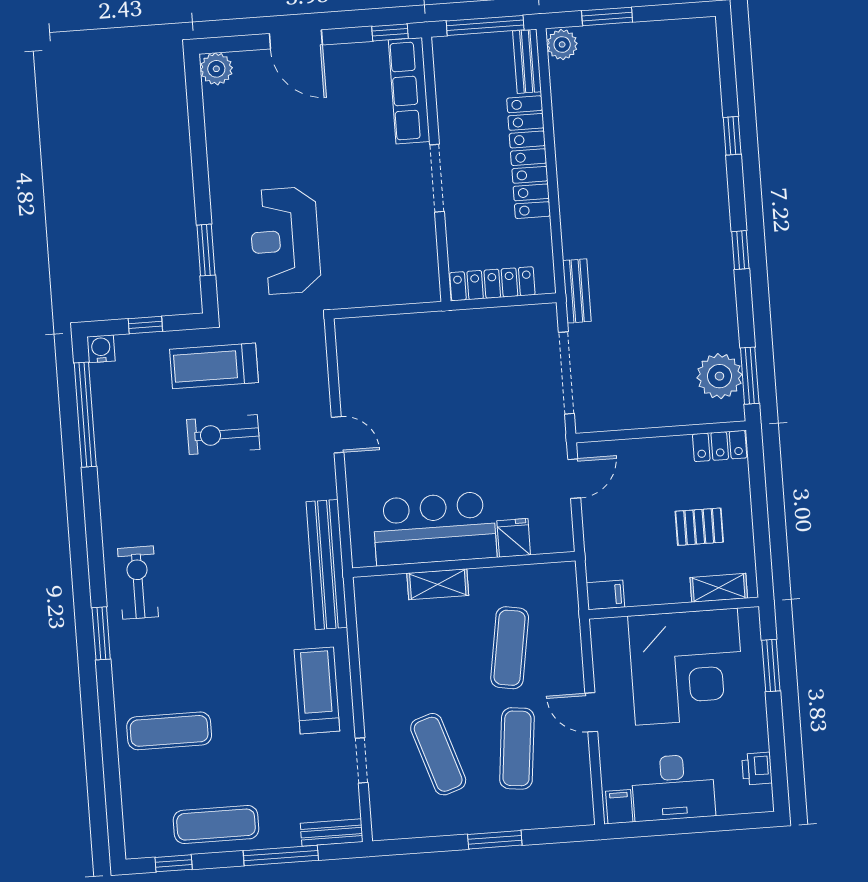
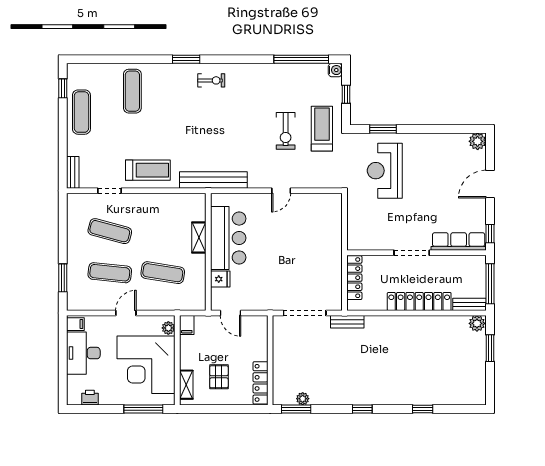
reception desk: (285, 241) -> (385, 171), turned -90
plant: (719, 376) -> (303, 399), width x0.53, depth x0.53
exercise bike: (223, 434) -> (286, 131), turned 180
locker: (720, 446) -> (260, 383), width x1.53
door: (574, 479) -> (231, 313), moved
exercise bike: (138, 583) -> (211, 80), width x0.73, depth x0.72
plant: (614, 629) -> (168, 328), added
window: (771, 666) -> (143, 409), width x1.44
exercise mat: (438, 754) -> (110, 231), turned 33
window: (495, 840) -> (63, 278), moved
window: (281, 855) -> (63, 145), removed

